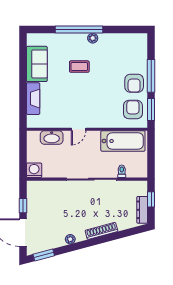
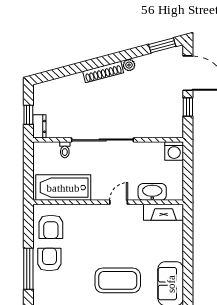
coffee table: (79, 67) -> (118, 280), width x1.86, depth x1.72
fireplace: (33, 99) -> (164, 212), moved, turned -90
window: (151, 109) -> (28, 227), removed
dresser: (142, 210) -> (39, 126), moved, width x0.70
shoe rack: (101, 231) -> (103, 72), moved

